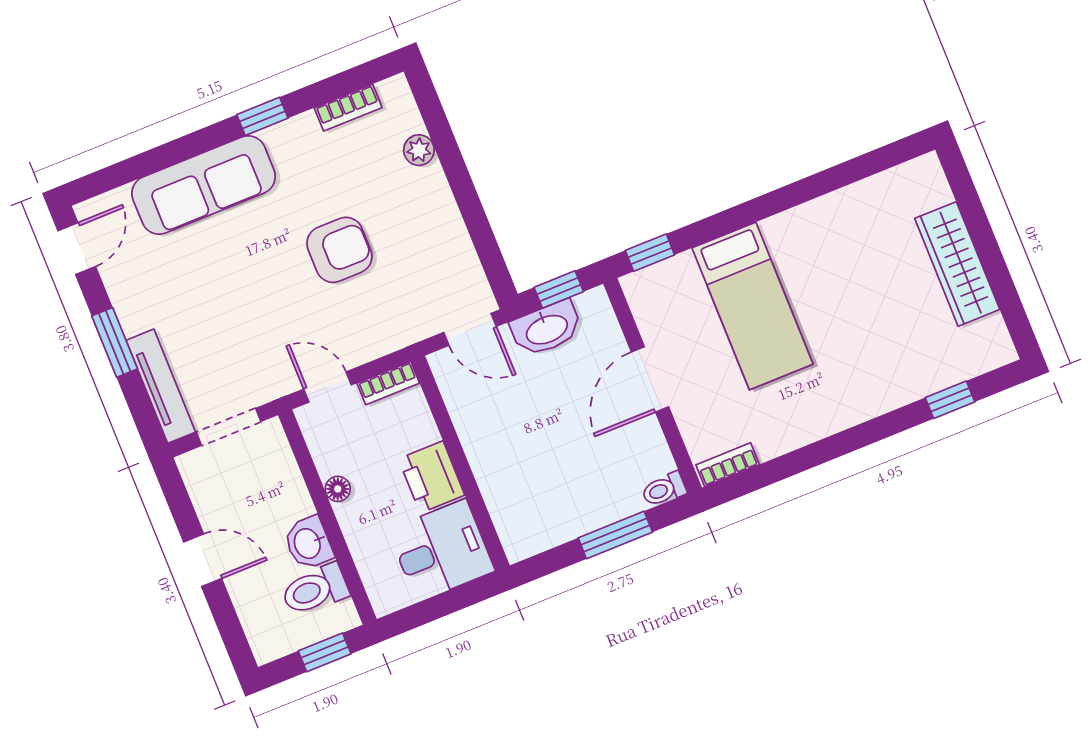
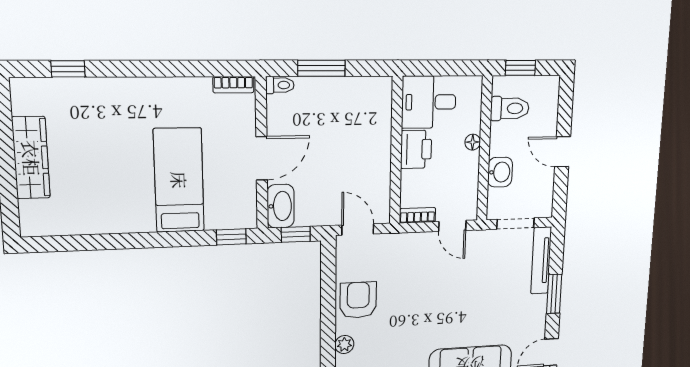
armchair: (339, 250) -> (358, 300), moved, turned 90
washbasin: (546, 329) -> (281, 206), moved, turned 90
floor lamp: (338, 489) -> (473, 142), moved
washbasin: (308, 543) -> (500, 172), moved

